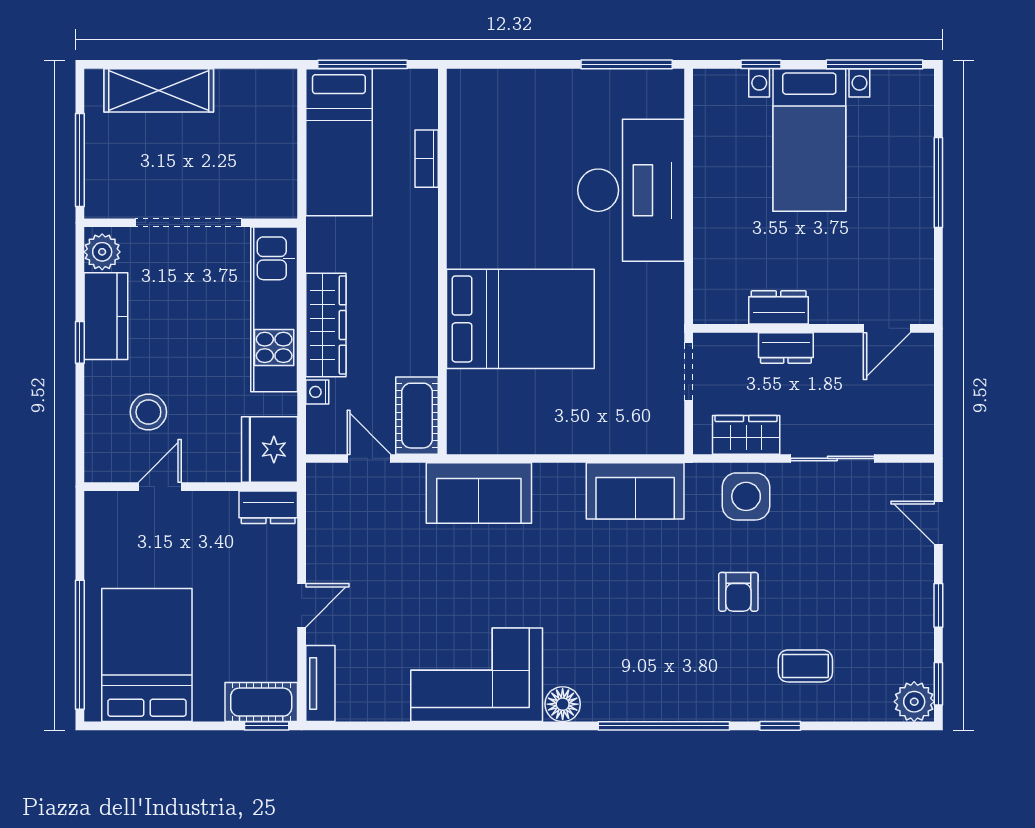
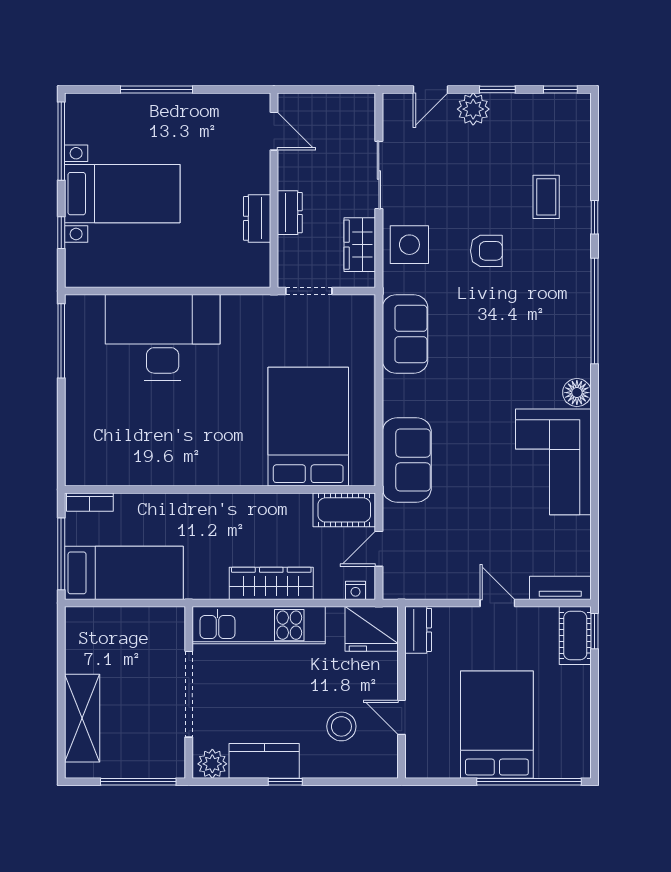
bookcase: (427, 159) -> (90, 502), moved
bed: (520, 319) -> (308, 427), moved
nightstand: (317, 392) -> (356, 590), moved
bed: (147, 655) -> (497, 725), moved, turned 90
plant: (914, 702) -> (473, 109), moved

